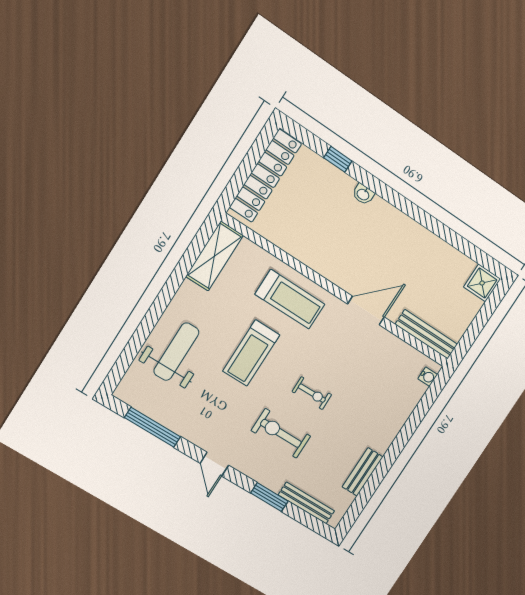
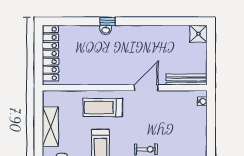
window: (338, 159) -> (108, 21), moved
shelving: (214, 256) -> (50, 127), moved
treadmill: (290, 299) -> (103, 108), turned 180

